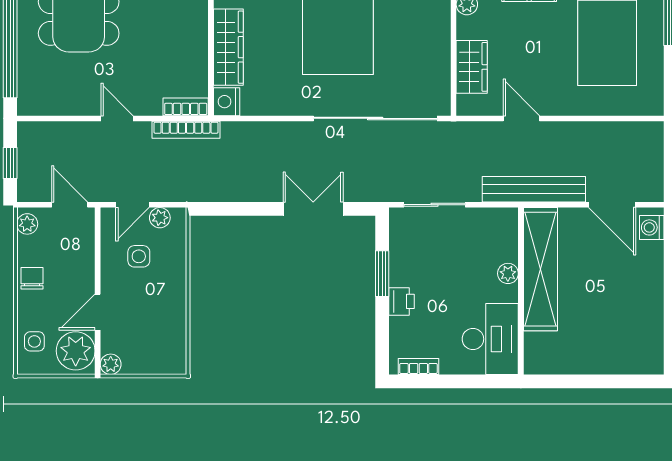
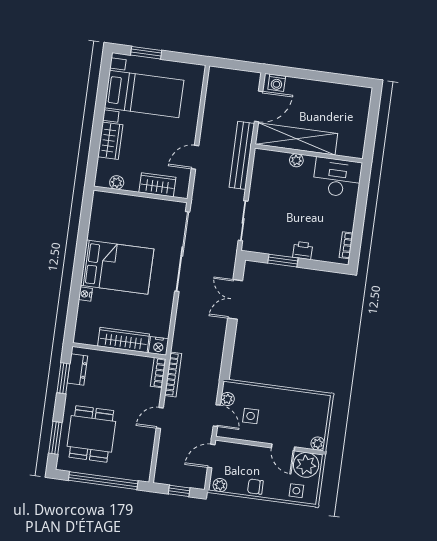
shelving: (540, 269) -> (296, 139), moved
plant: (508, 273) -> (296, 160), moved
wall: (521, 291) -> (309, 153), moved
desk: (490, 339) -> (337, 177), moved

